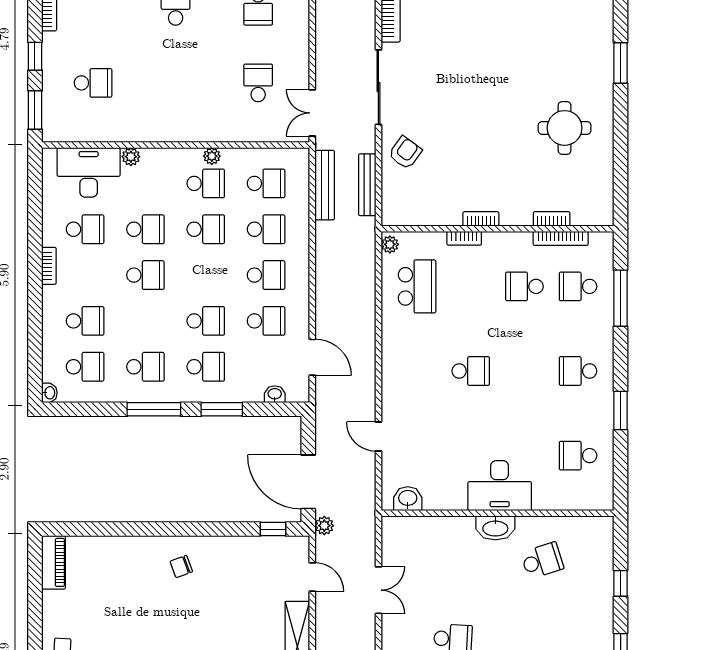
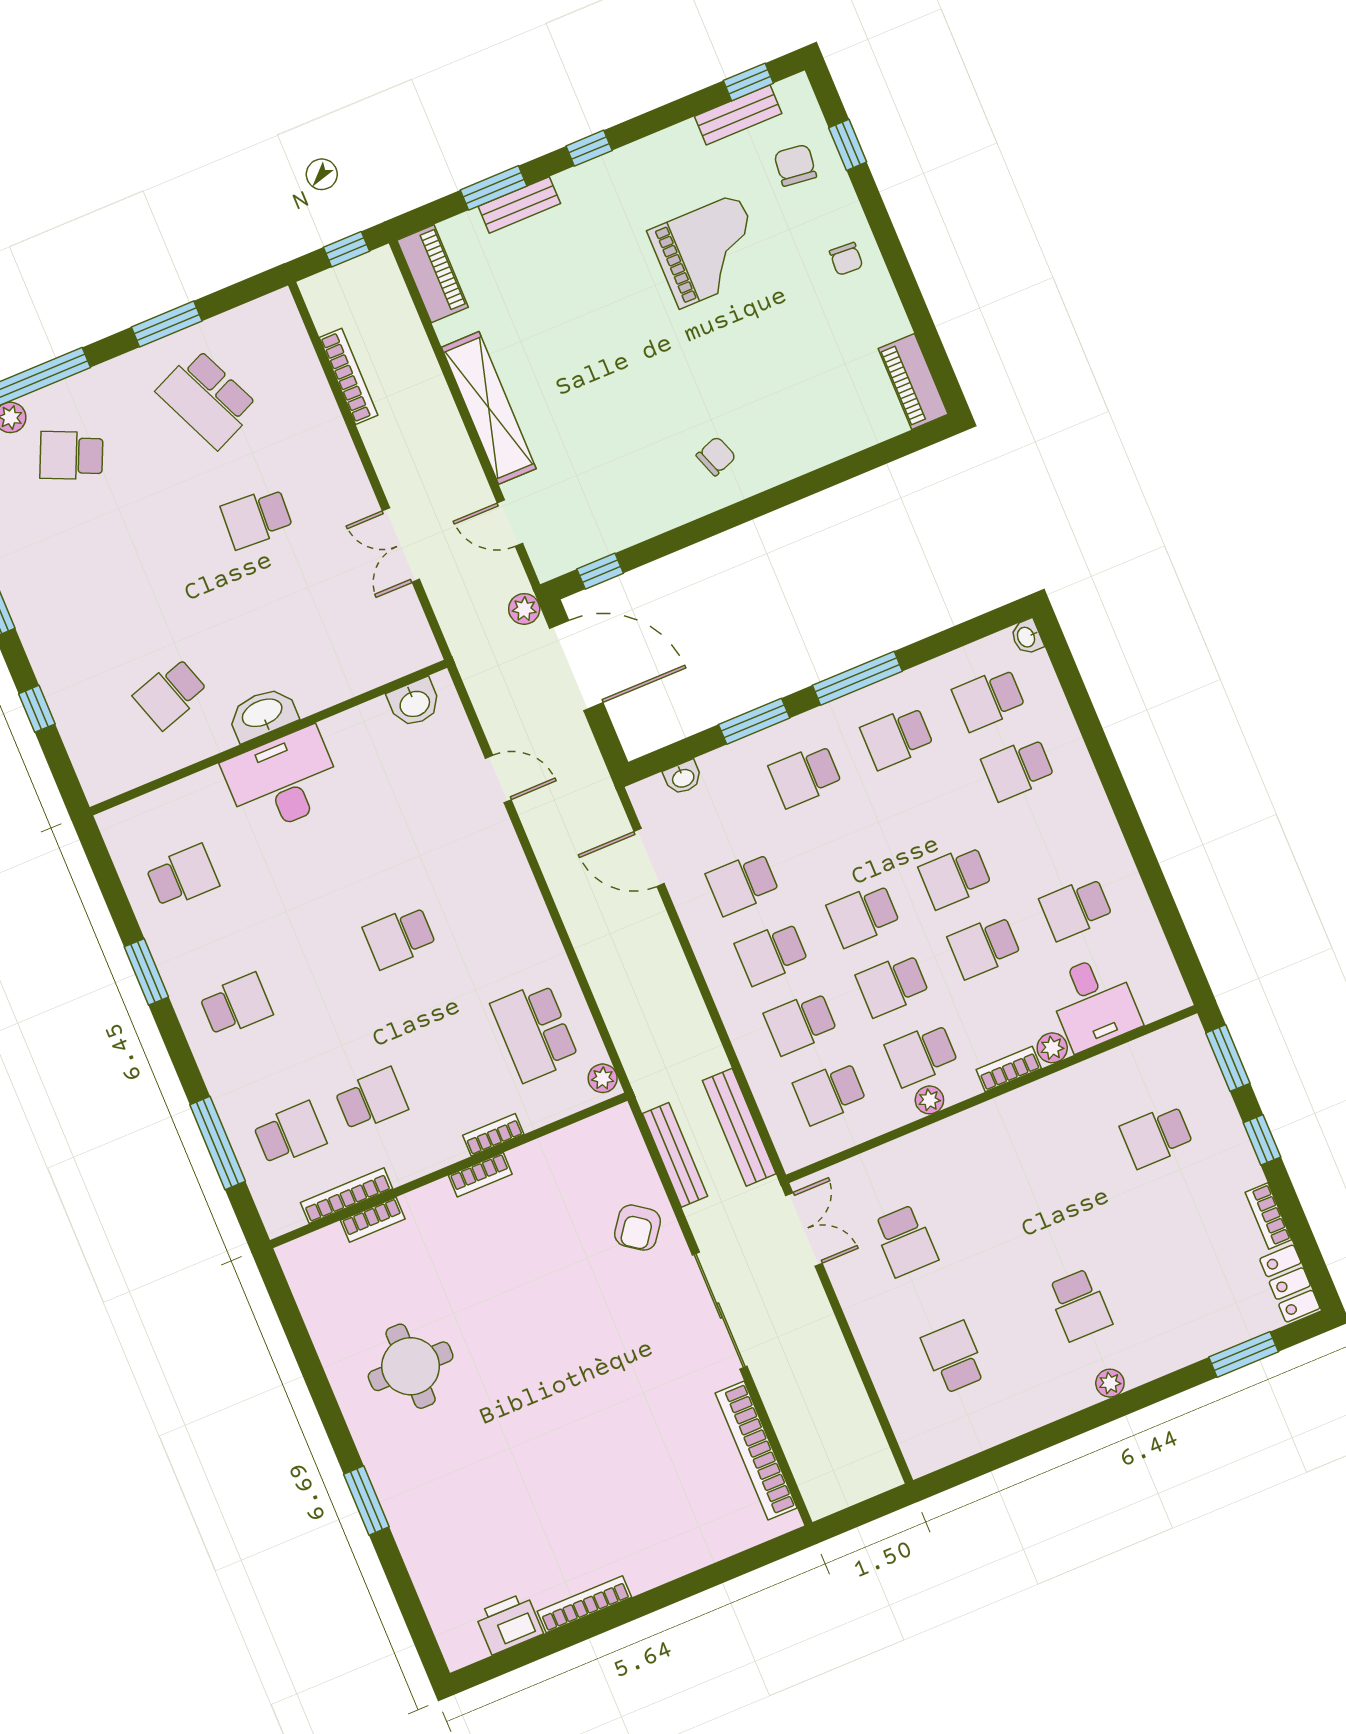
desk: (89, 172) -> (1094, 1003), width x0.73
bookcase: (49, 266) -> (1009, 1069), moved, turned 90
school desk: (206, 321) -> (863, 915), moved

